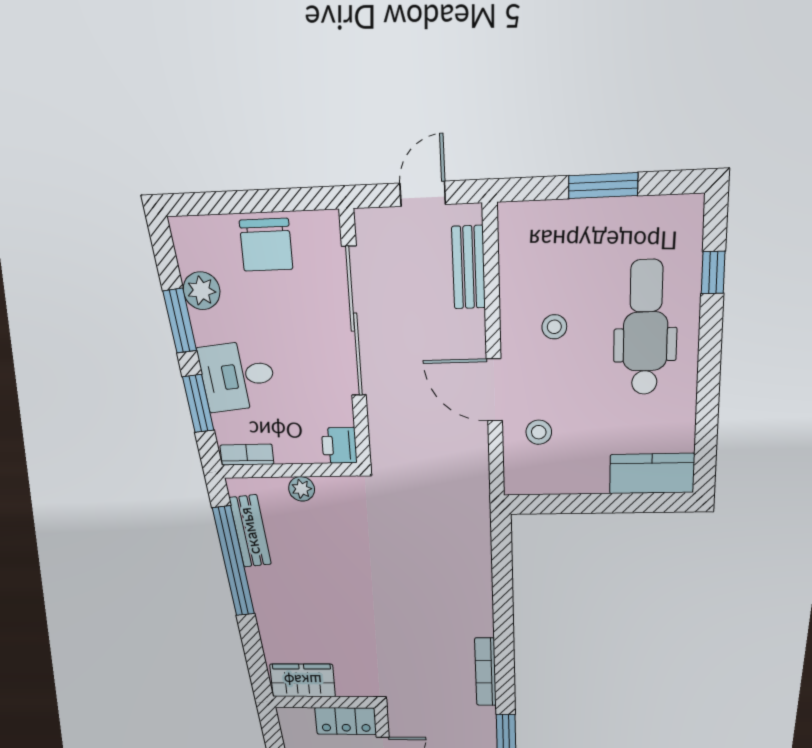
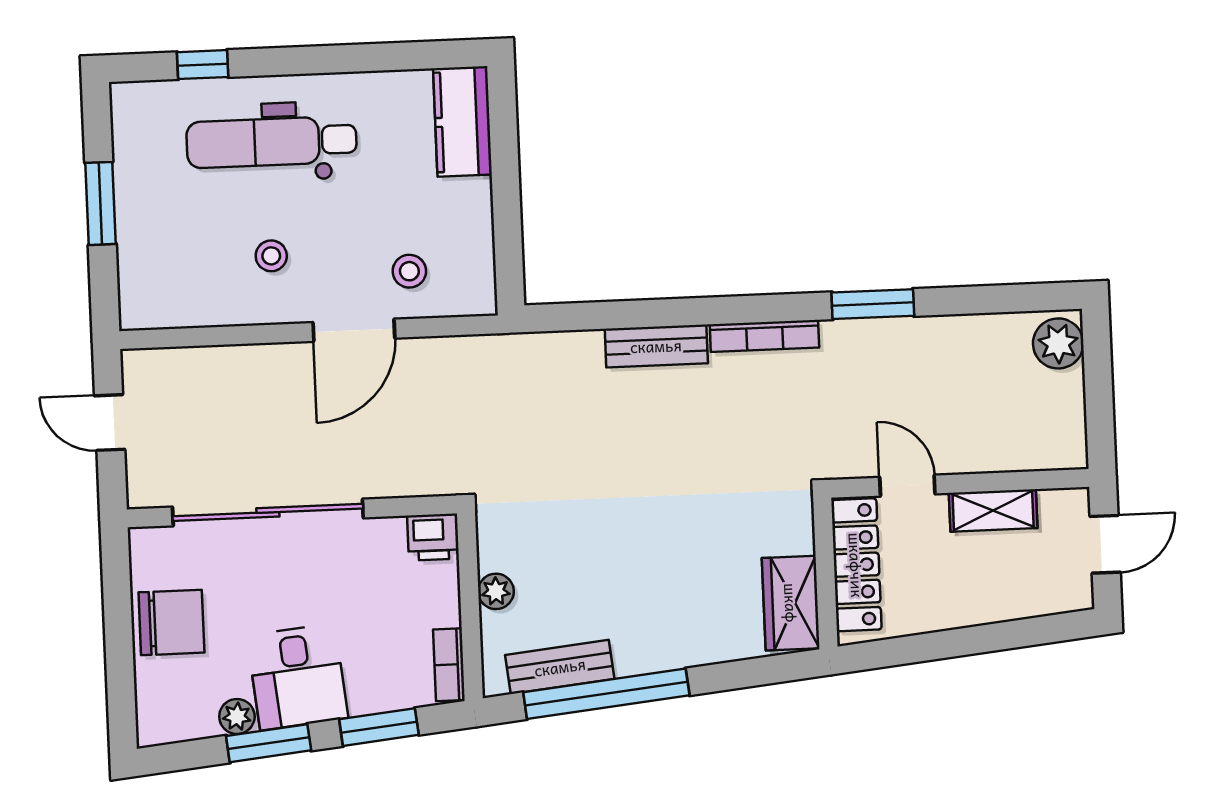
bench: (469, 267) -> (656, 346), moved
plant: (202, 291) -> (237, 716), width x0.73, depth x0.73
desk: (238, 376) -> (298, 677), moved
locker: (346, 721) -> (856, 565), width x1.53

